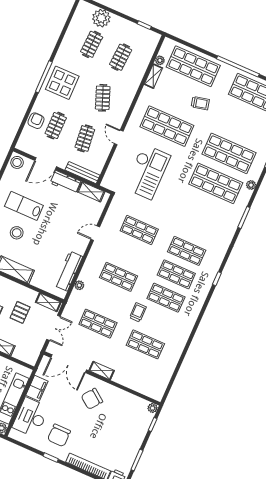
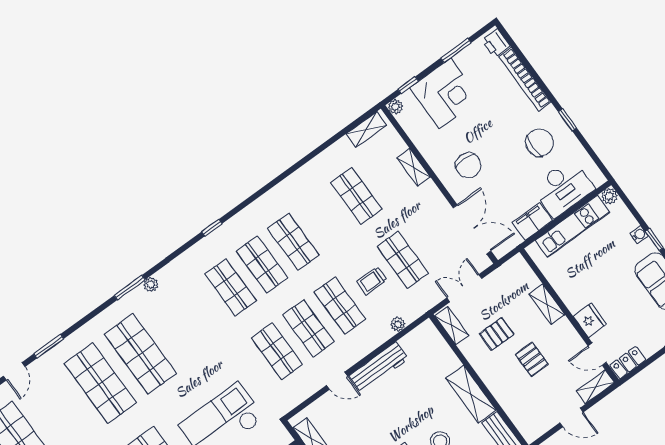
plant: (251, 185) -> (151, 284), moved
shop shelf: (129, 253) -> (308, 328), added
workbench: (69, 271) -> (379, 367), moved
trolley: (138, 312) -> (372, 281), moved
shelving: (102, 371) -> (414, 167), moved
shelving: (162, 385) -> (366, 130), added
chair: (92, 399) -> (468, 165), turned 53
corner desk: (129, 432) -> (445, 93), added

